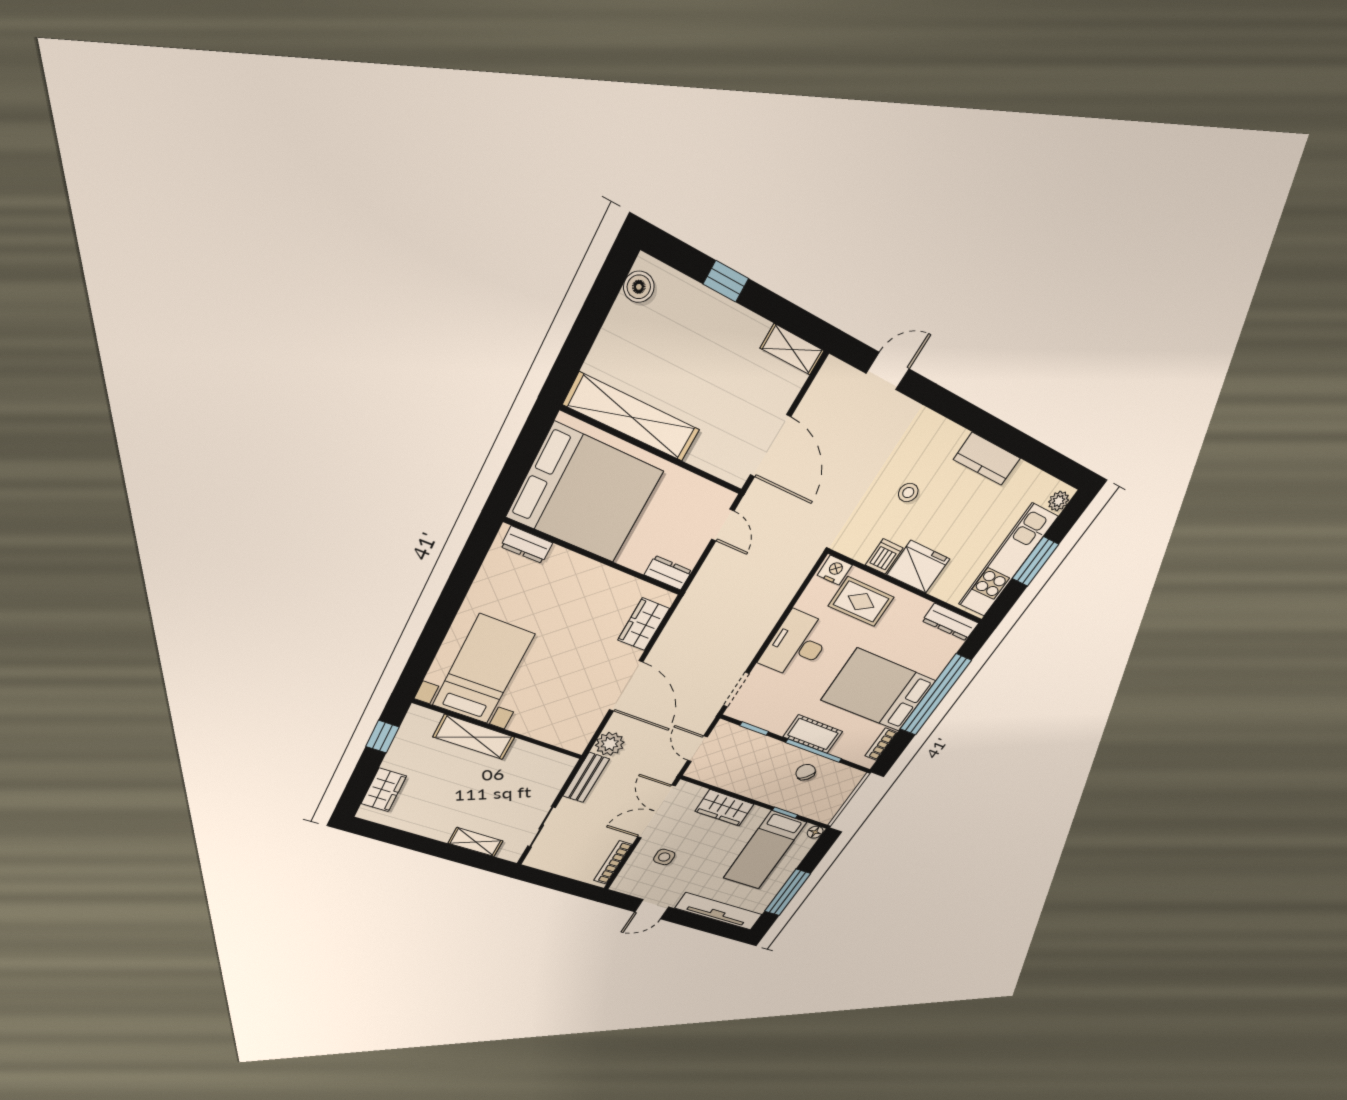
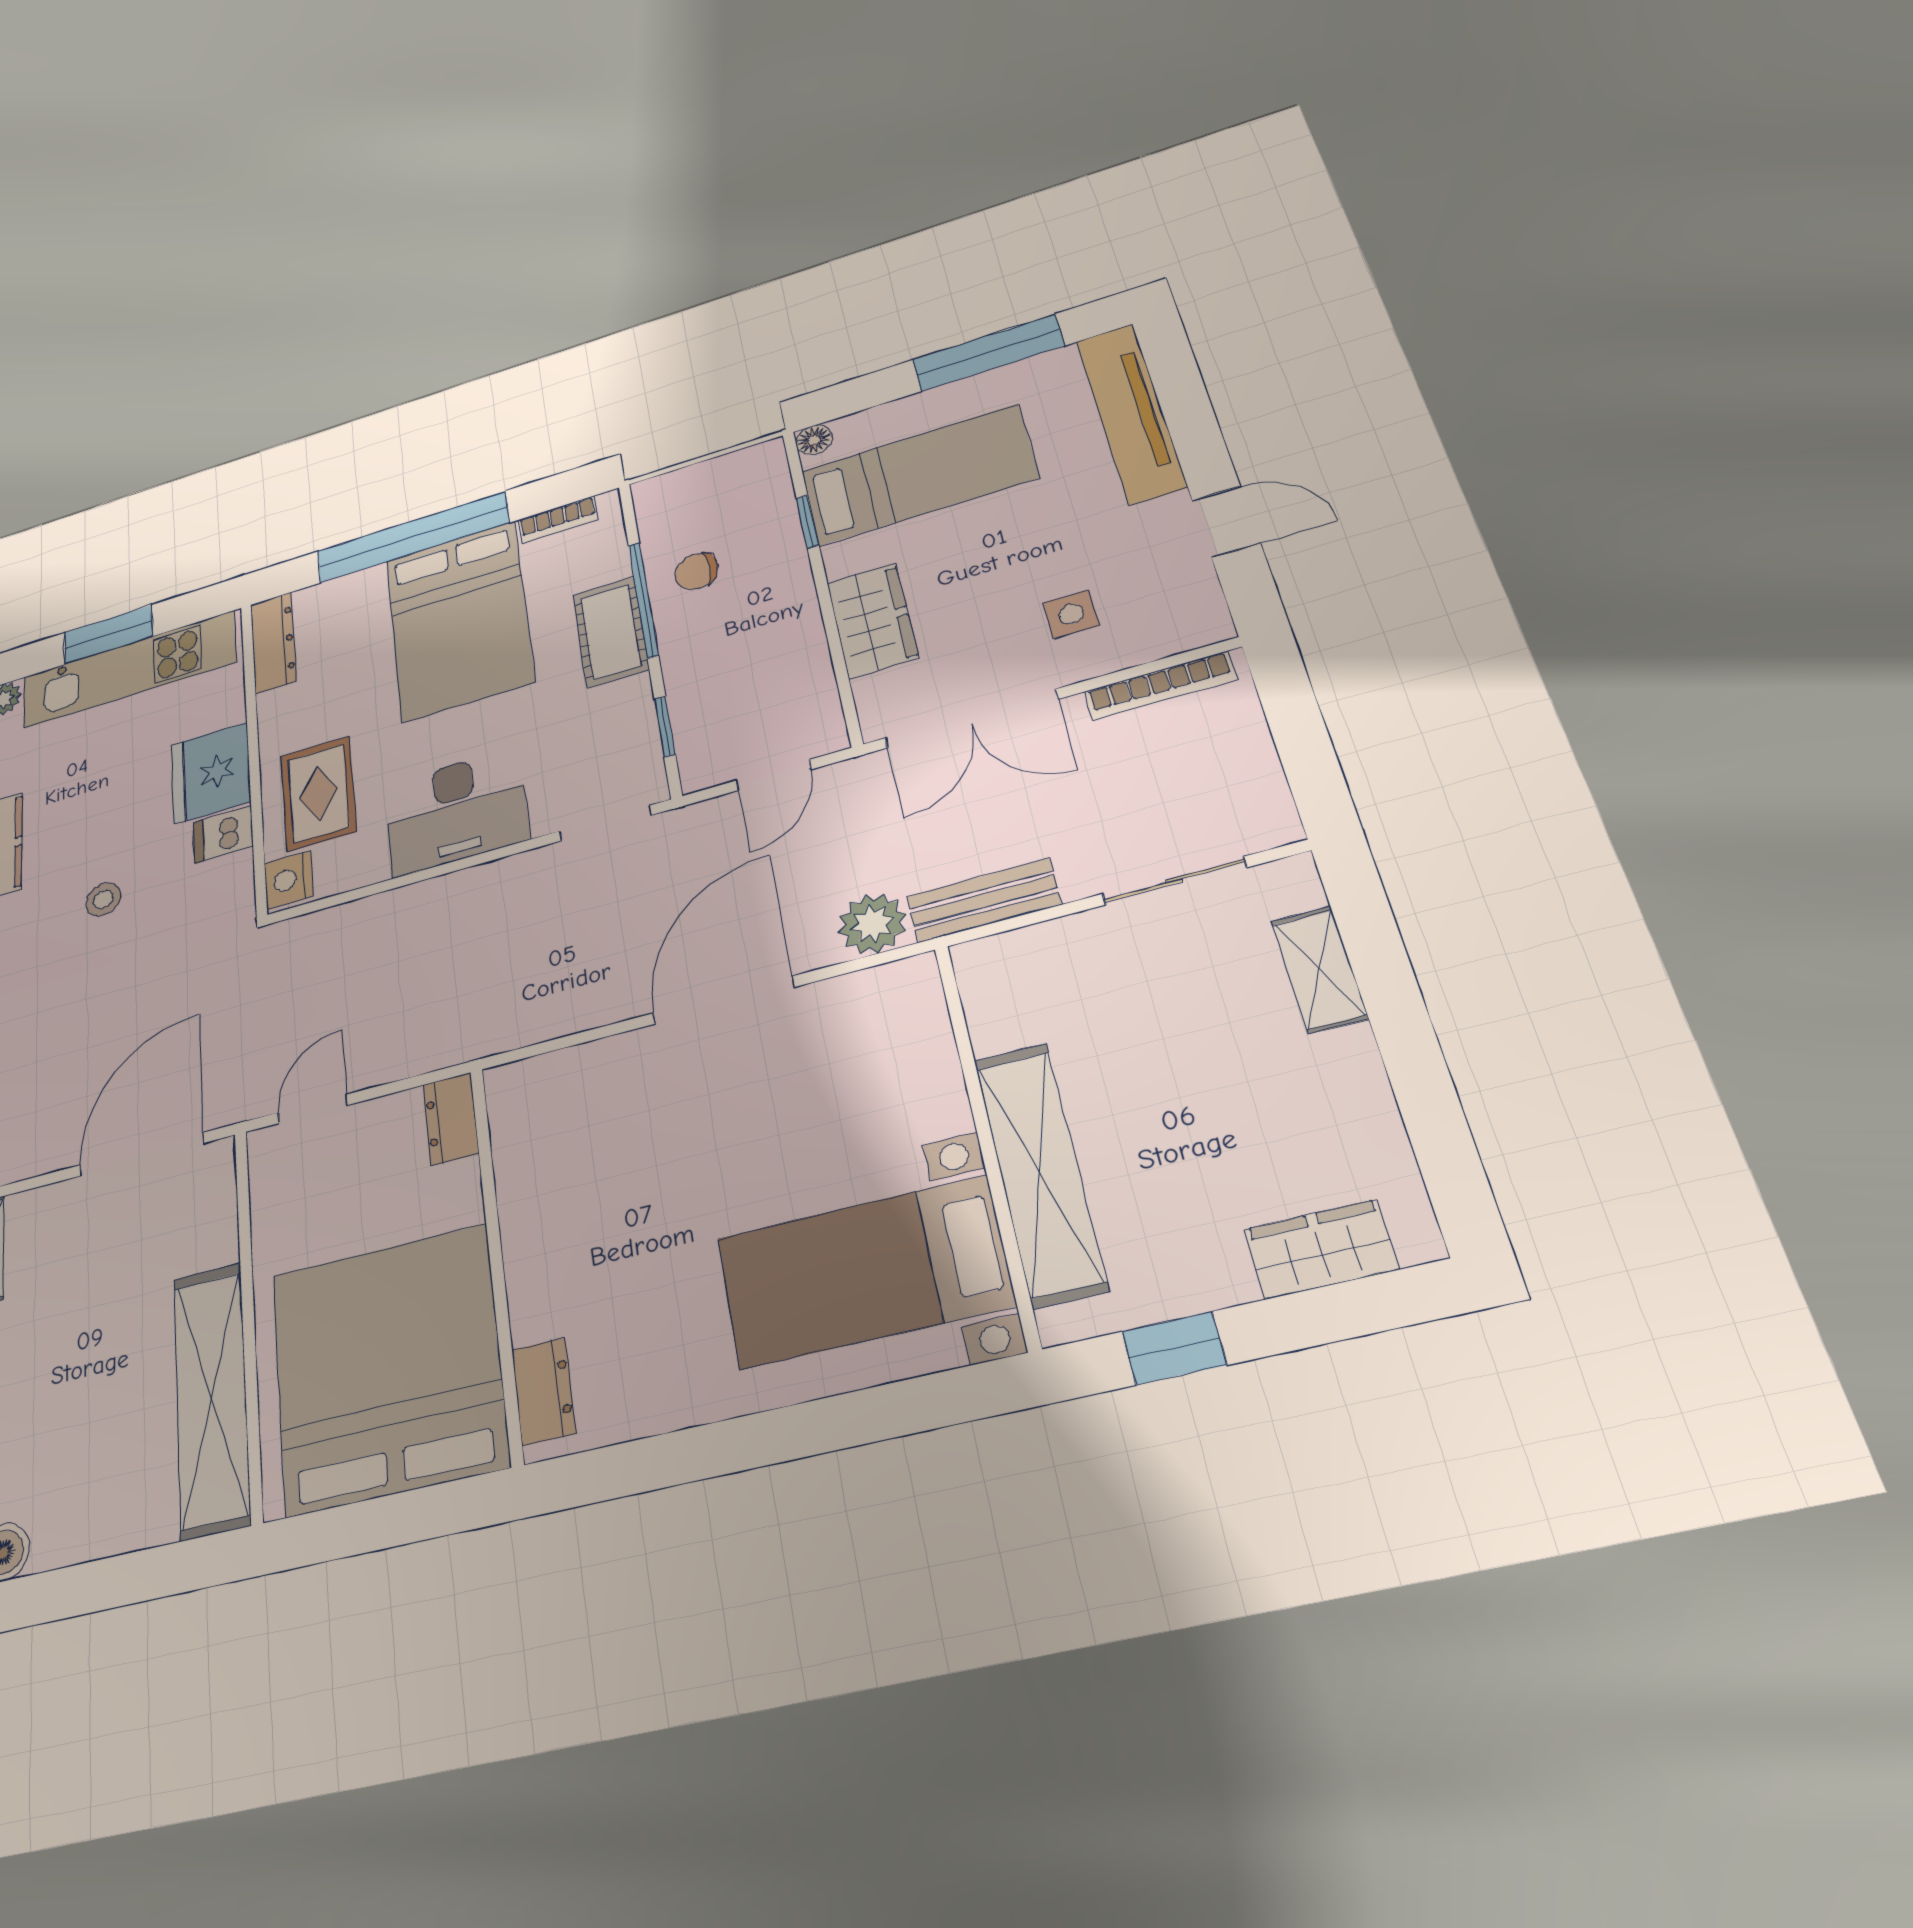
wardrobe: (643, 624) -> (576, 1076), removed
shelving: (474, 737) -> (1040, 1173), width x1.47
chair: (806, 772) -> (697, 571), turned 46

